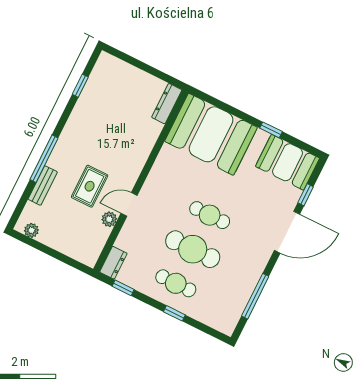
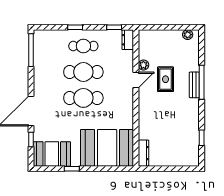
bench: (43, 186) -> (194, 85), moved
cafe table: (210, 215) -> (83, 98), width x1.37, depth x1.35
window: (255, 296) -> (31, 50), moved

